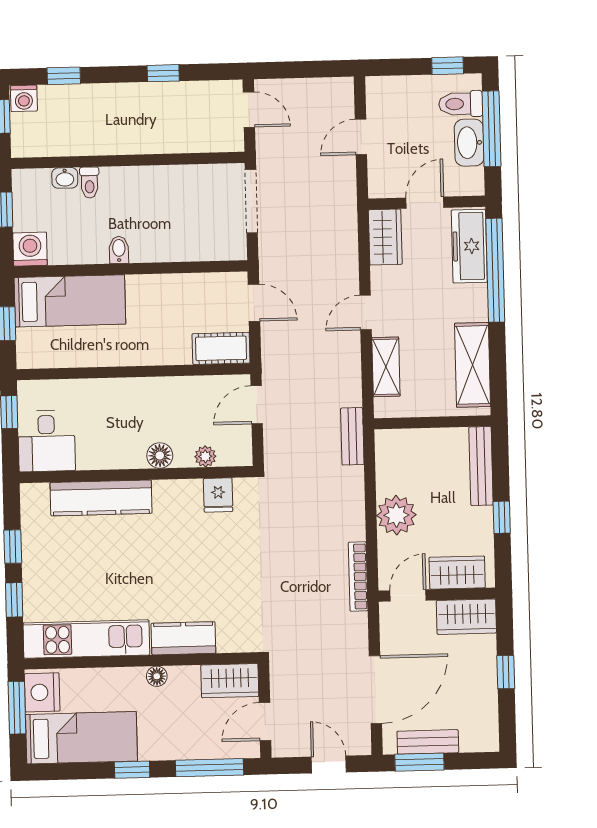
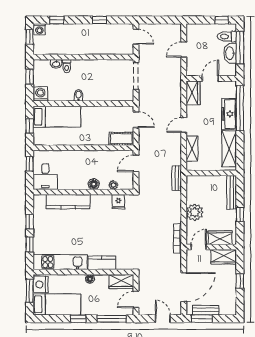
freezer: (469, 246) -> (229, 114), moved

